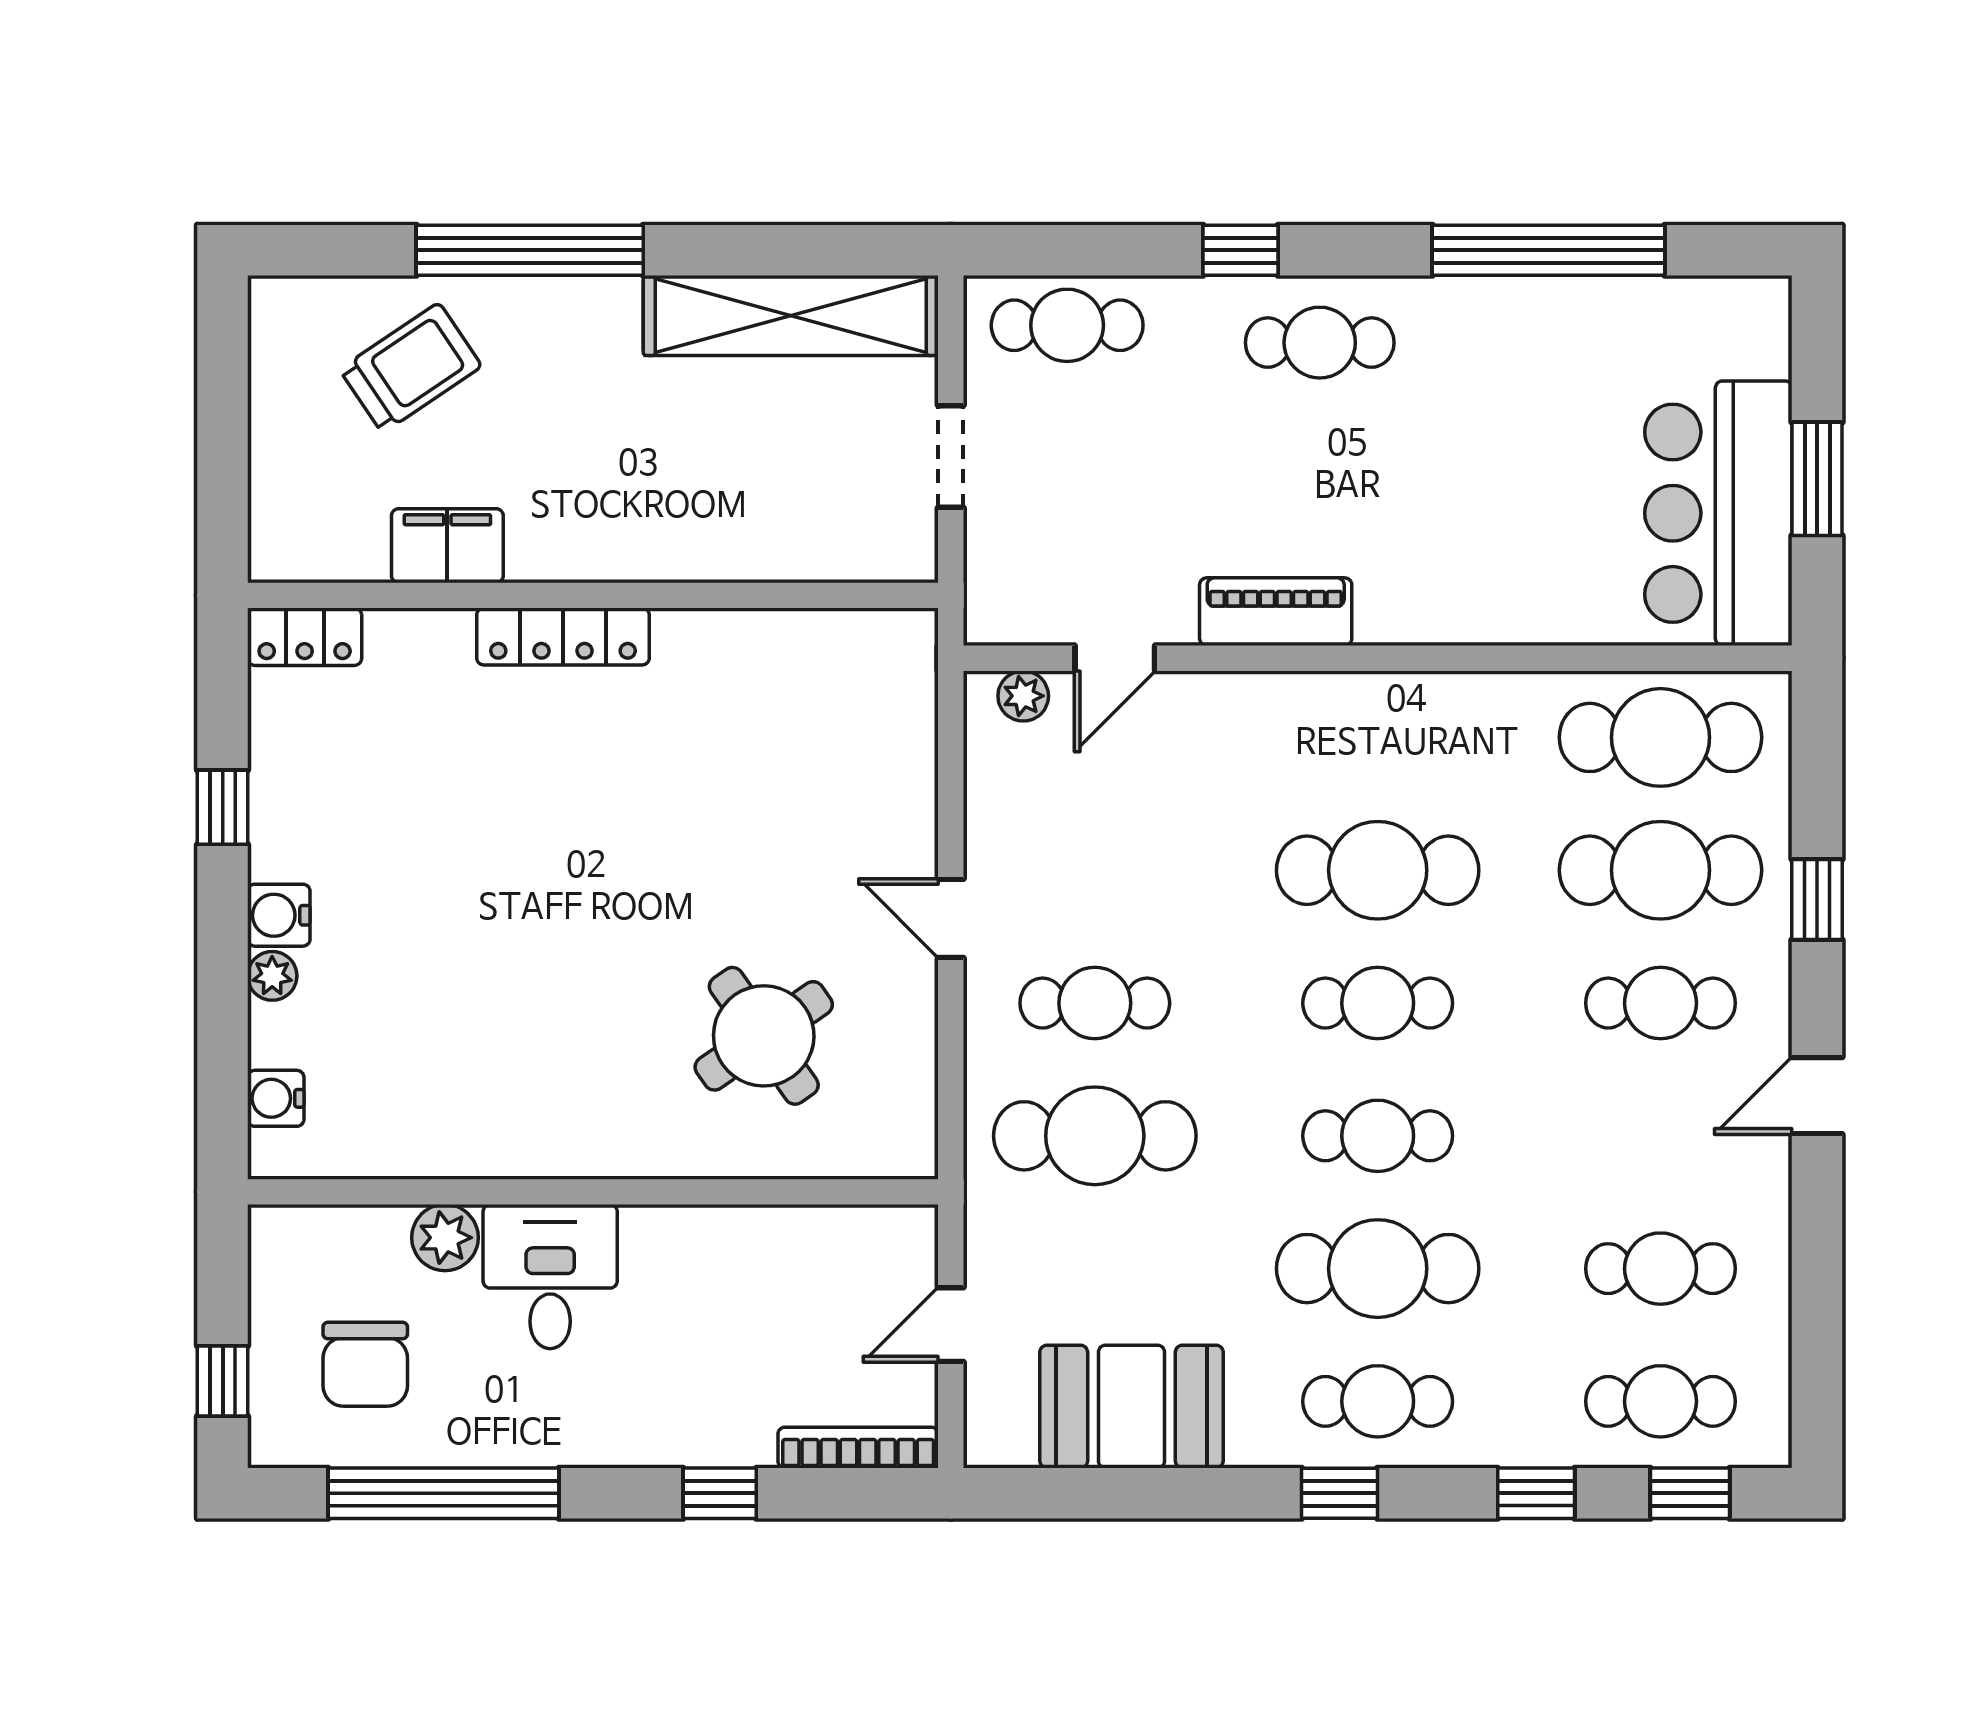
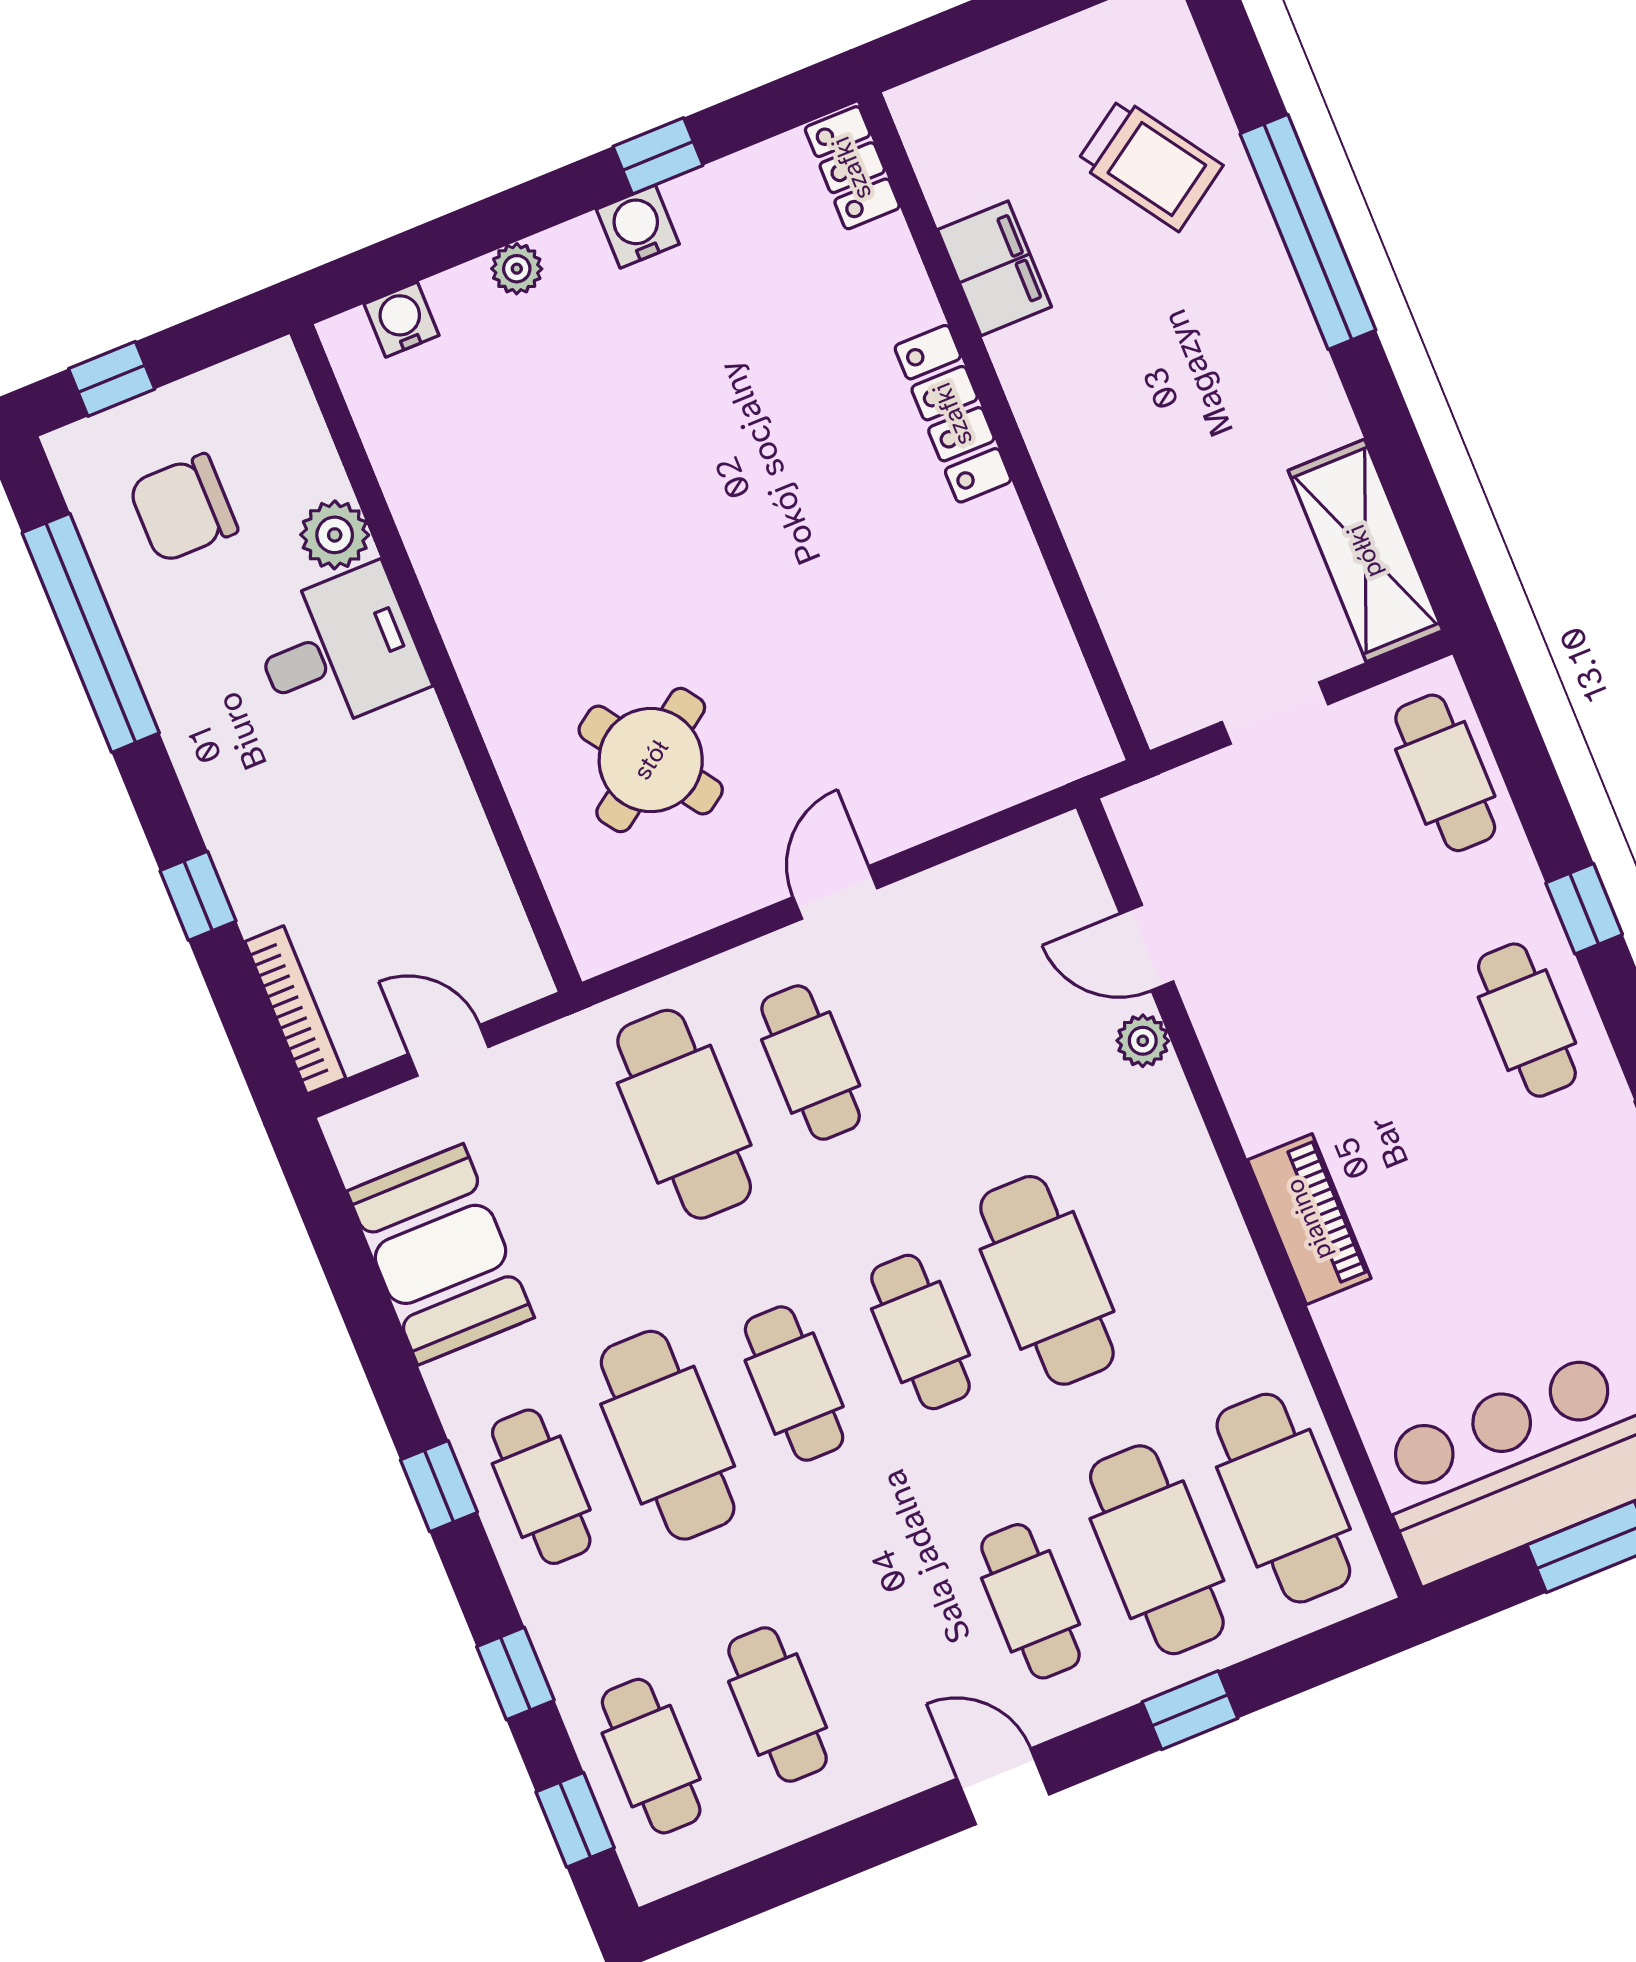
shelving: (791, 315) -> (1365, 551), width x0.68
piano: (1276, 612) -> (1309, 1219), moved
plant: (1023, 696) -> (1143, 1041), moved
water cooler: (279, 915) -> (638, 227), moved

